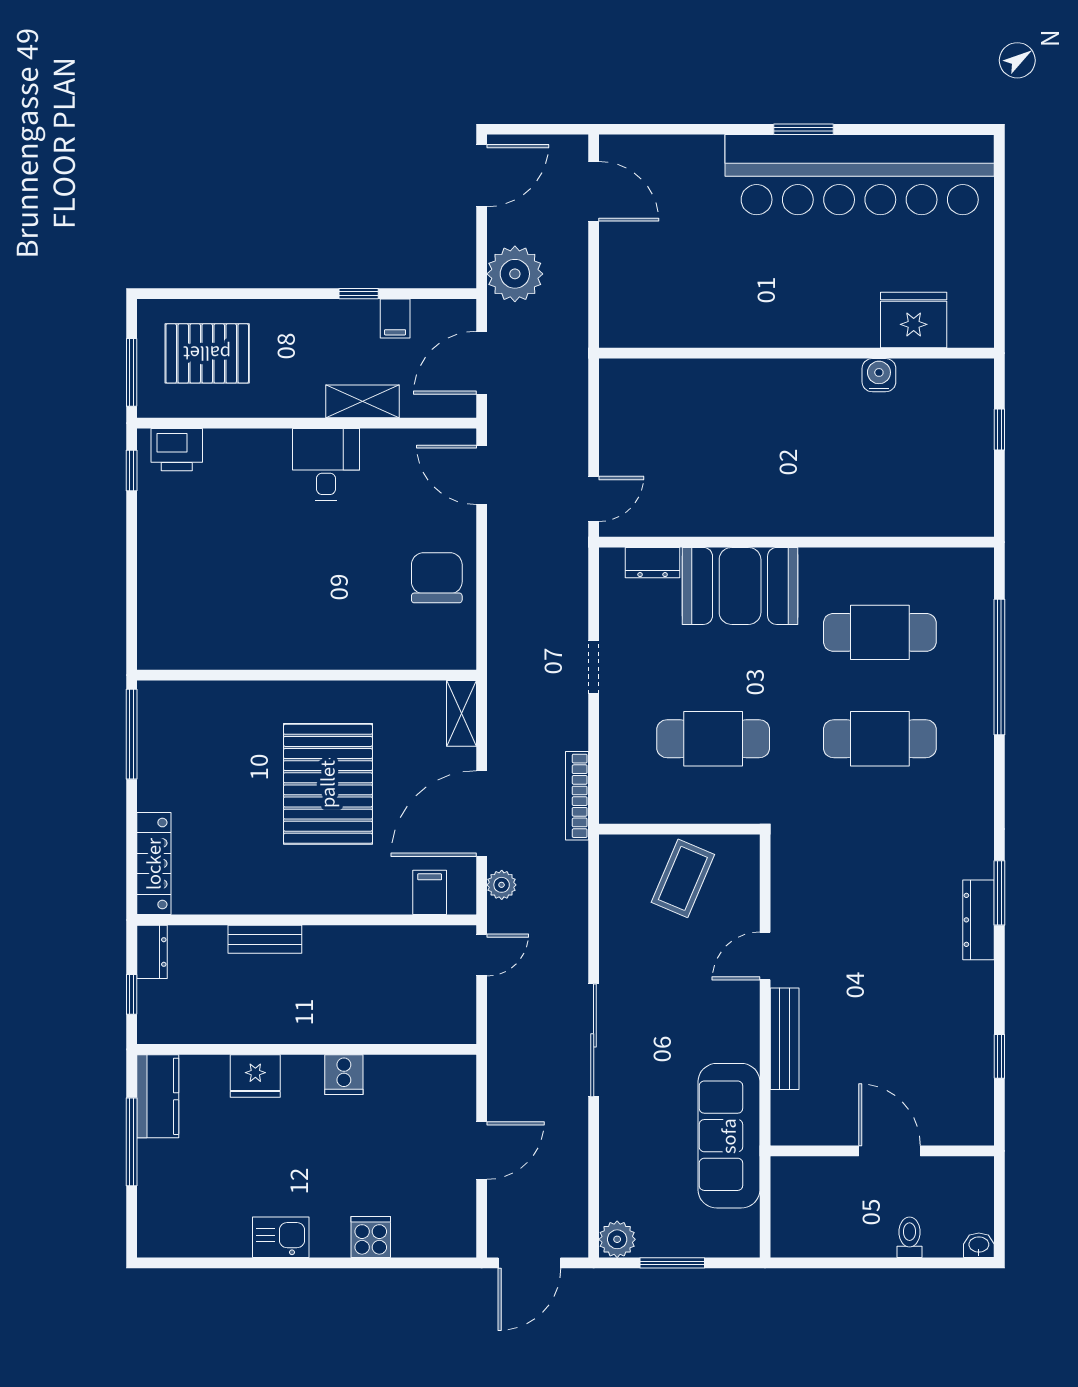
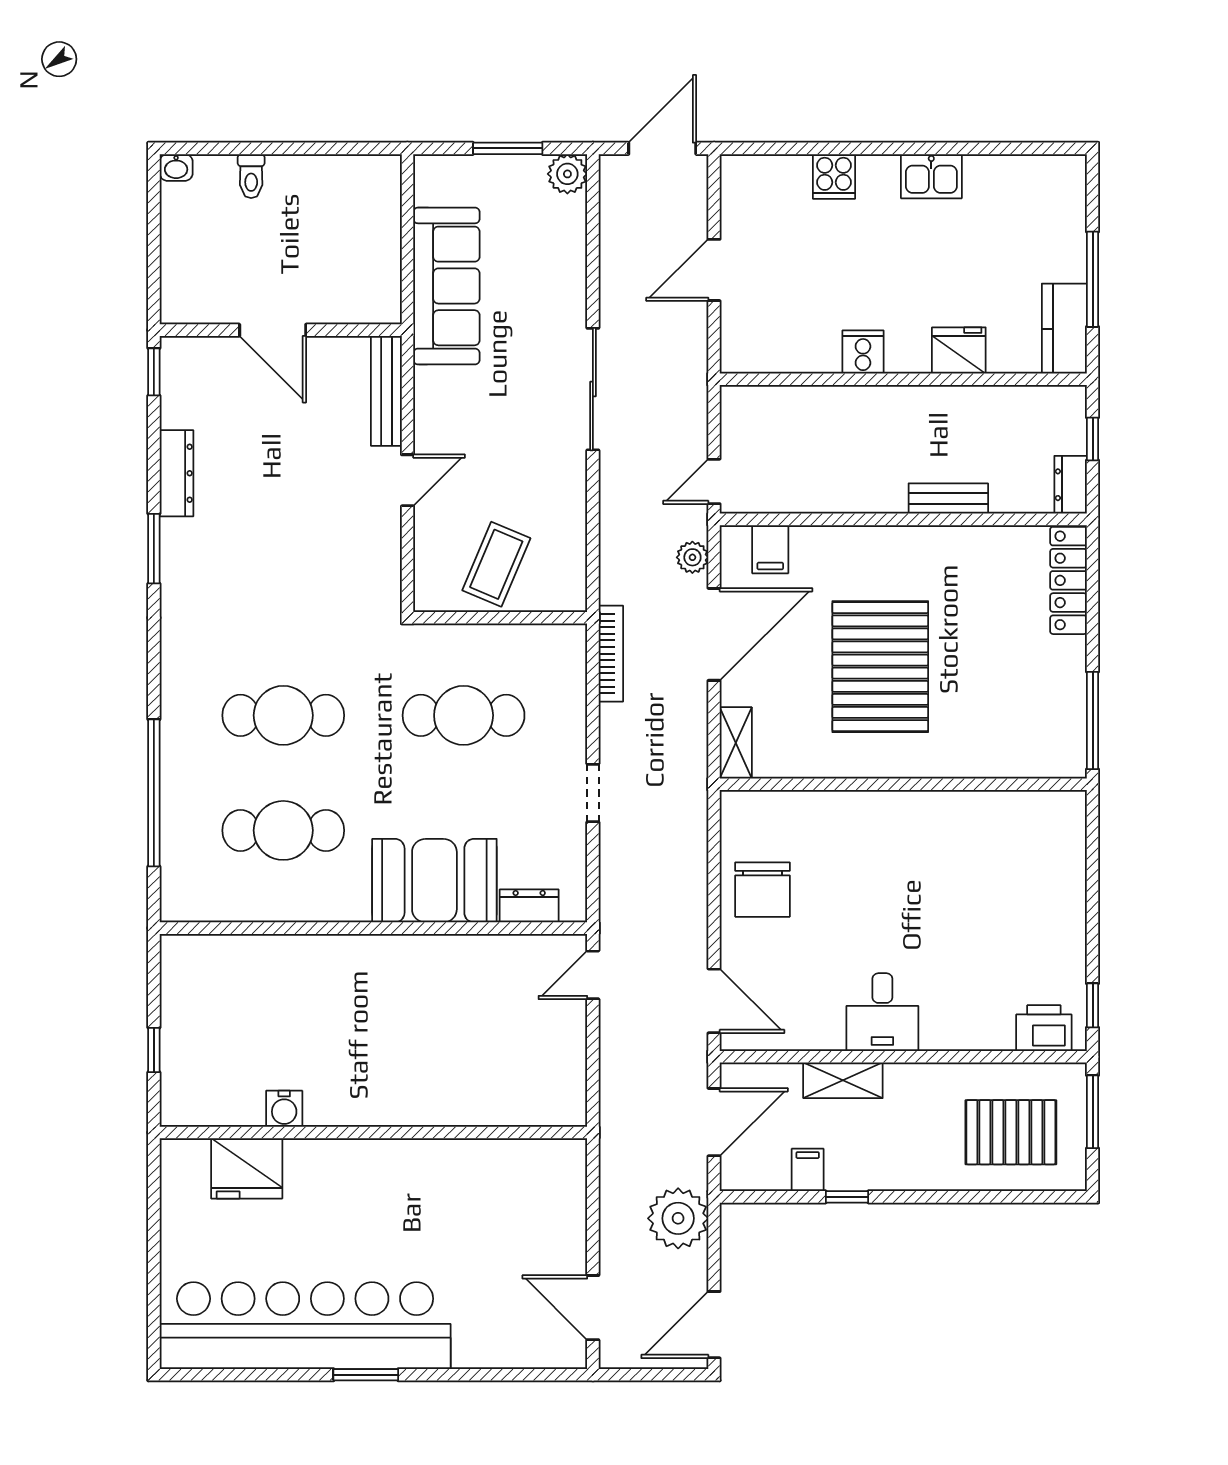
dresser: (979, 920) -> (176, 473), moved
wall: (882, 1151) -> (281, 330), moved
door: (890, 1151) -> (273, 330), moved

